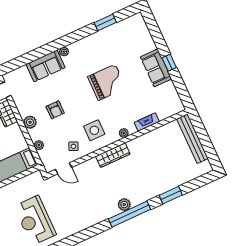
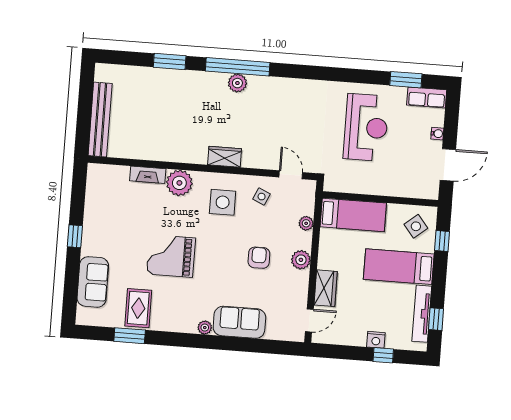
rug: (109, 41) -> (138, 308), added
sofa: (156, 68) -> (93, 282), moved
plant: (124, 133) -> (179, 183), width x1.87, depth x1.87
wardrobe: (113, 155) -> (225, 157), width x0.67

